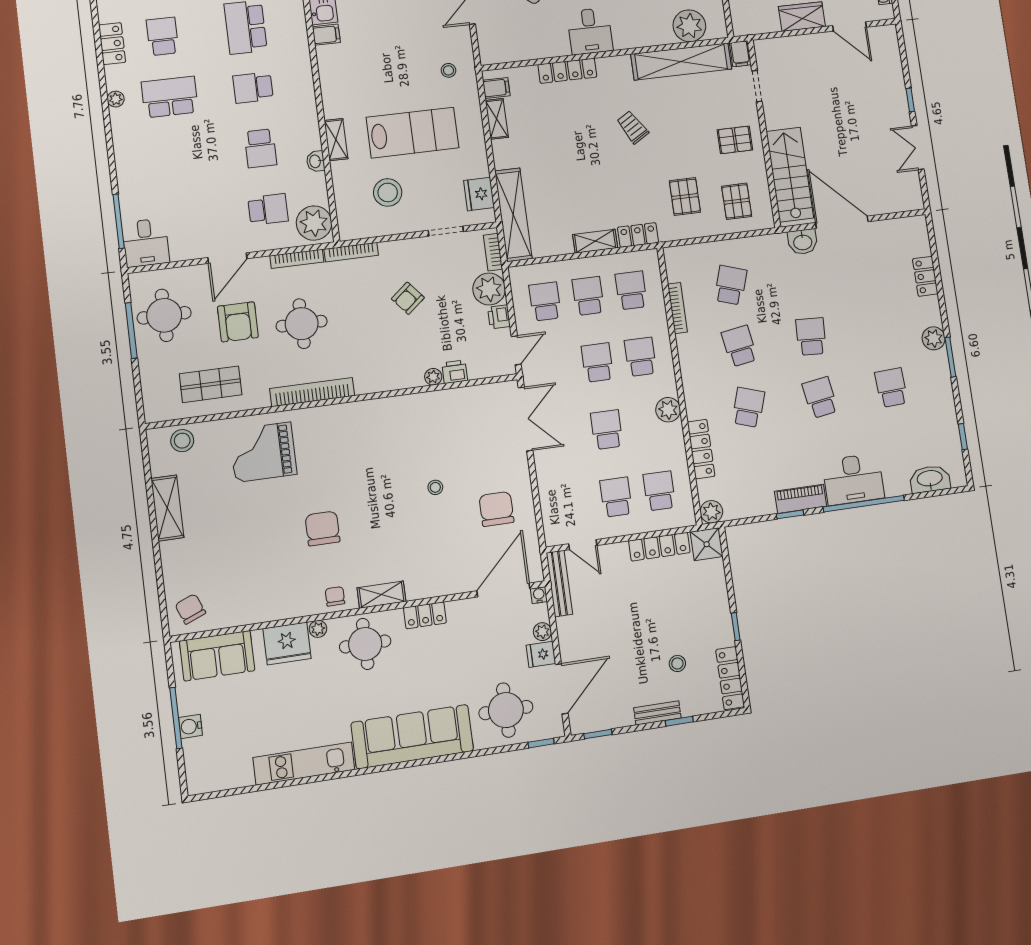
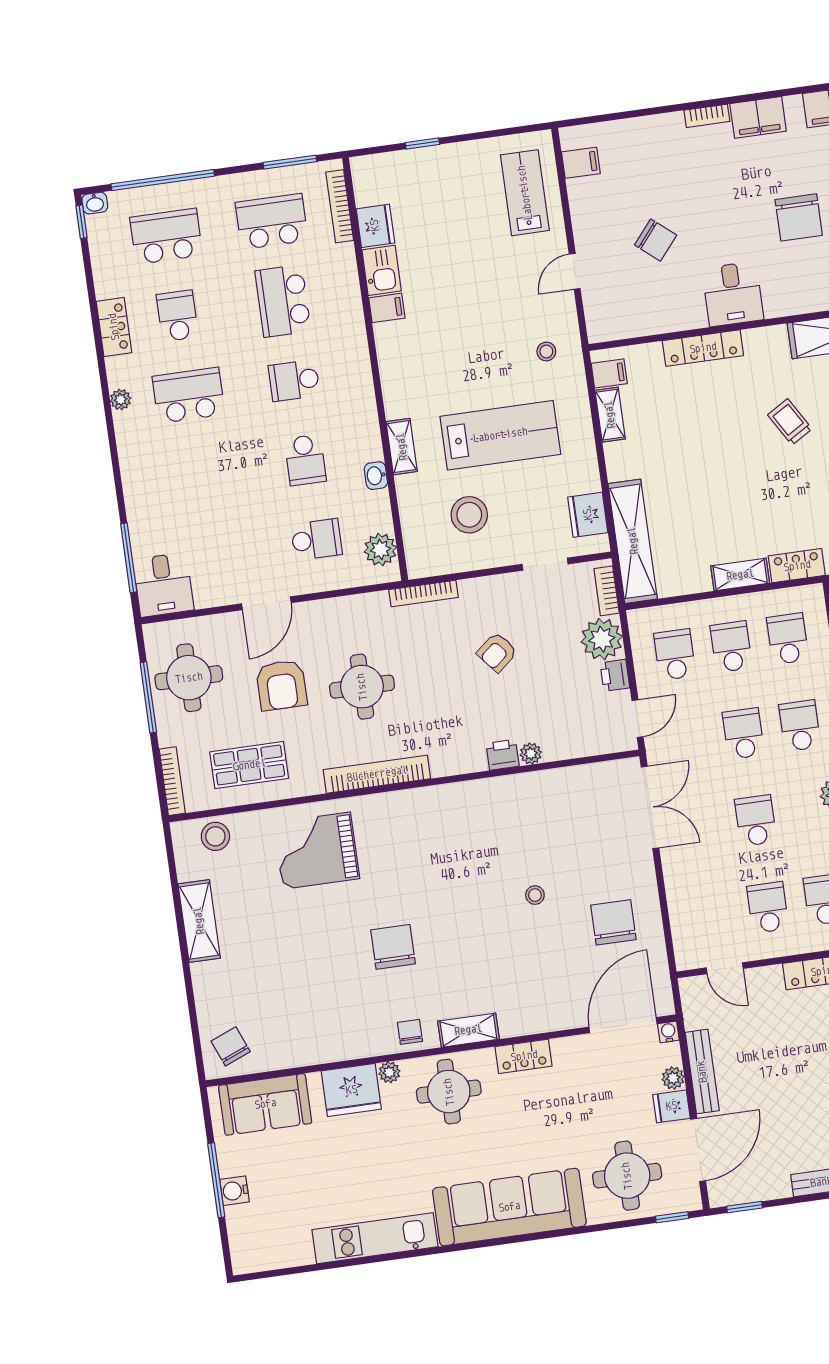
plant: (314, 223) -> (380, 550), width x0.73, depth x0.73
bookcase: (297, 259) -> (172, 781), moved, turned -90
printer: (455, 372) -> (503, 755), moved
bench: (559, 584) -> (702, 1072), moved

